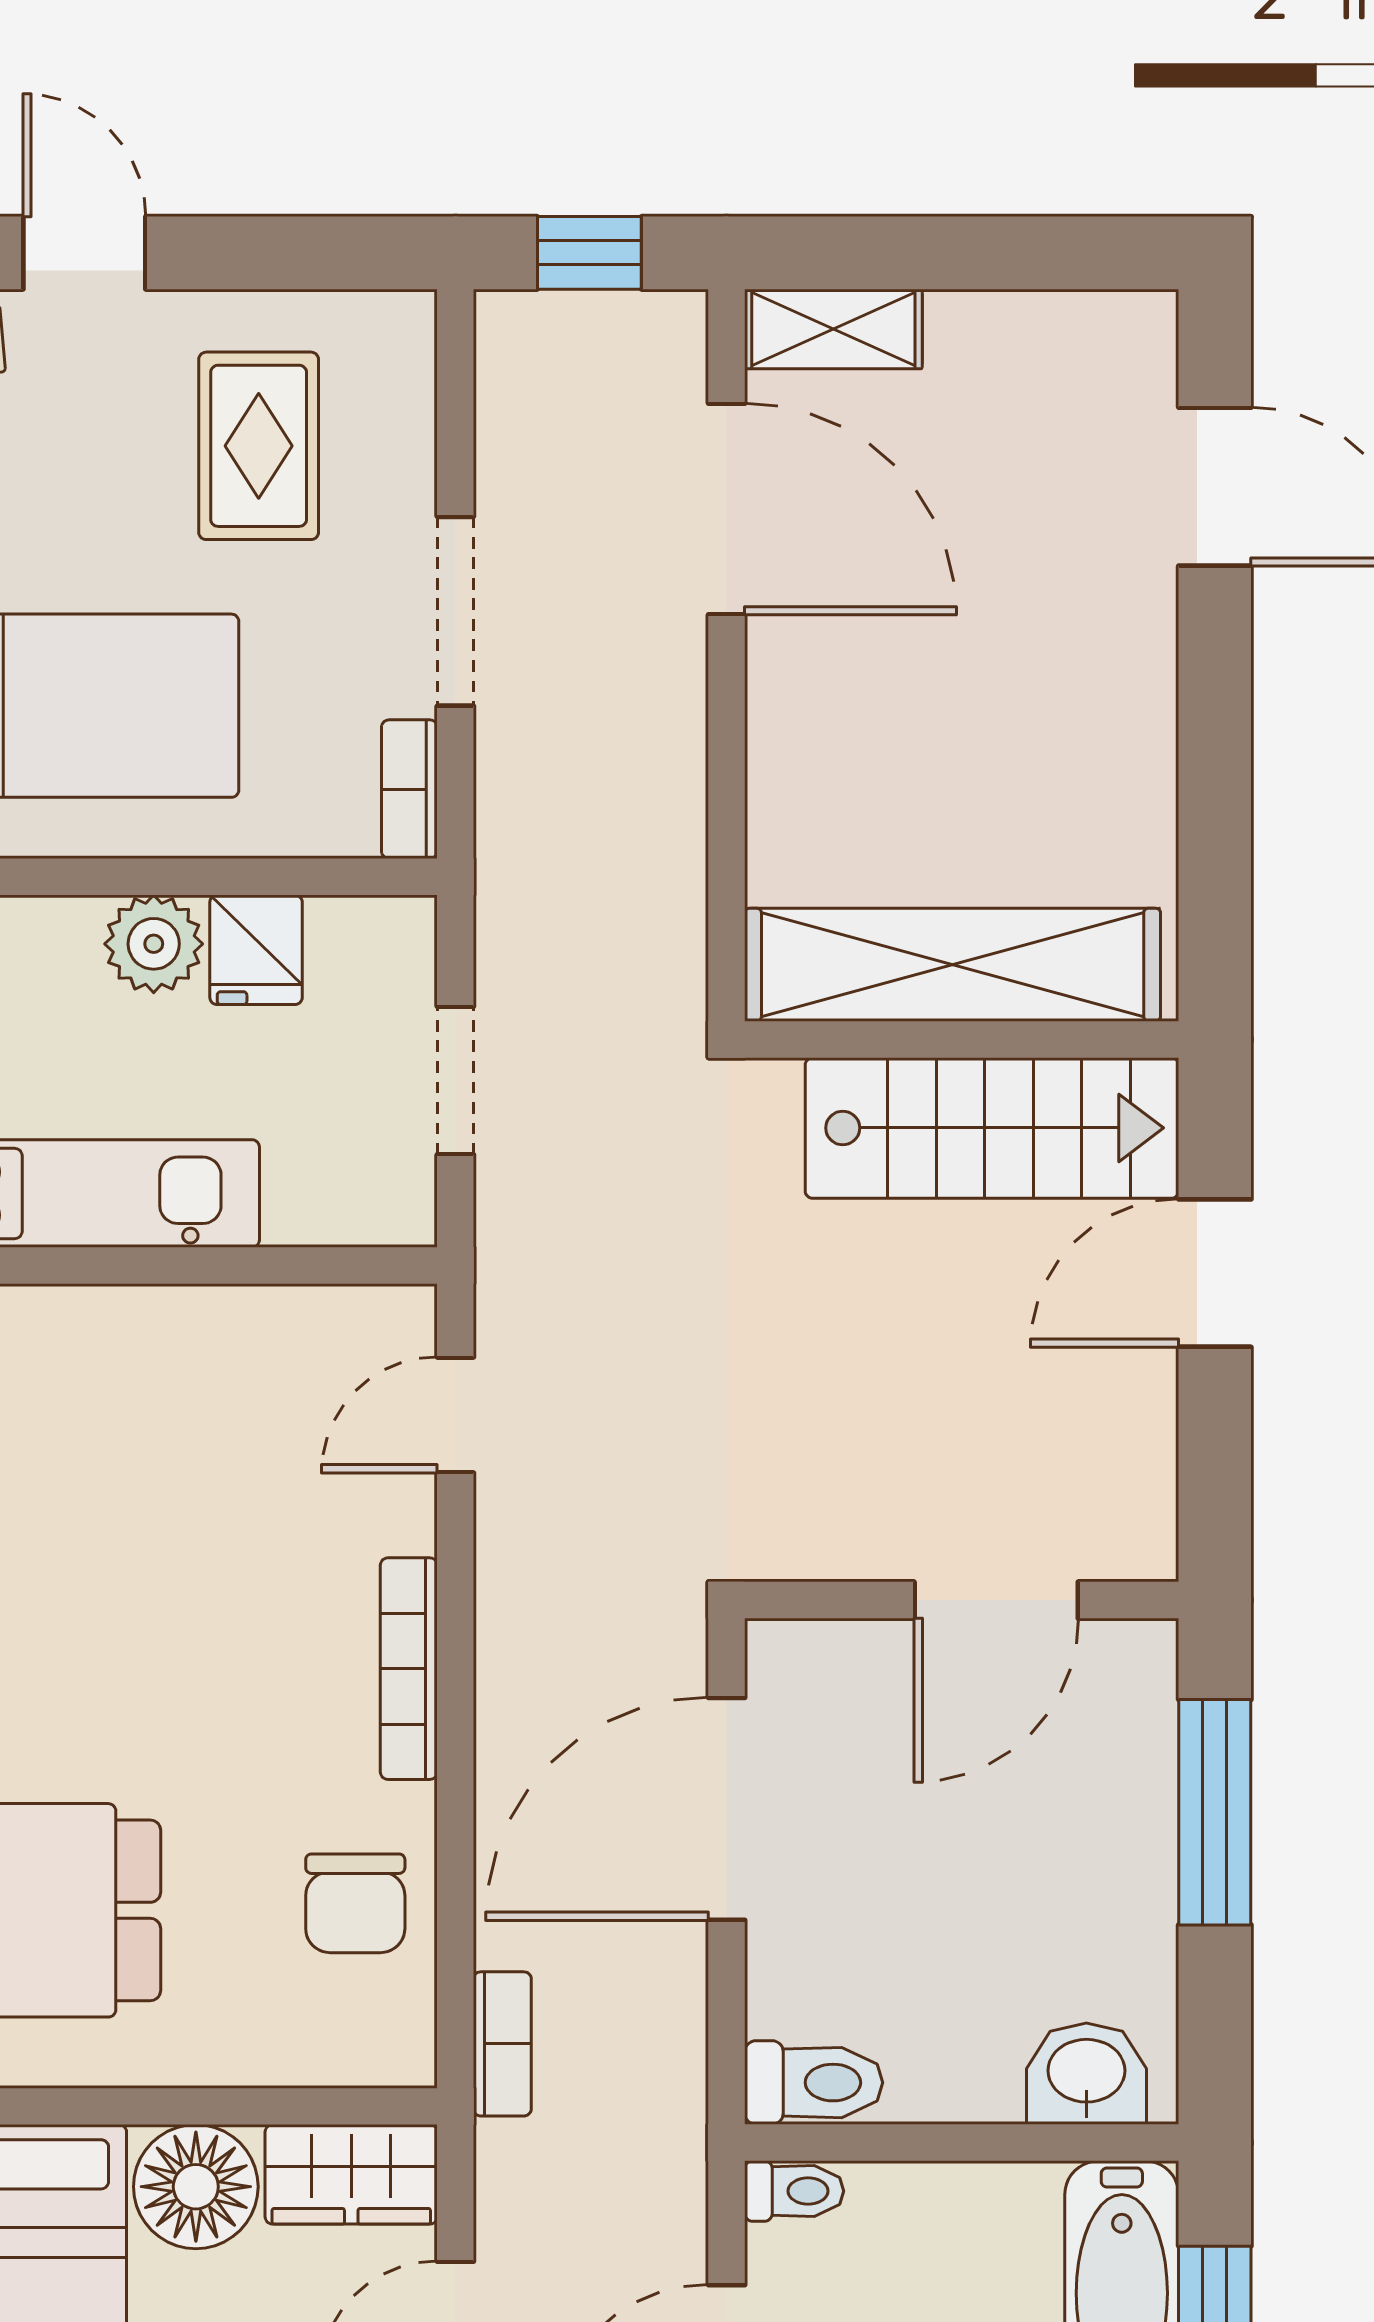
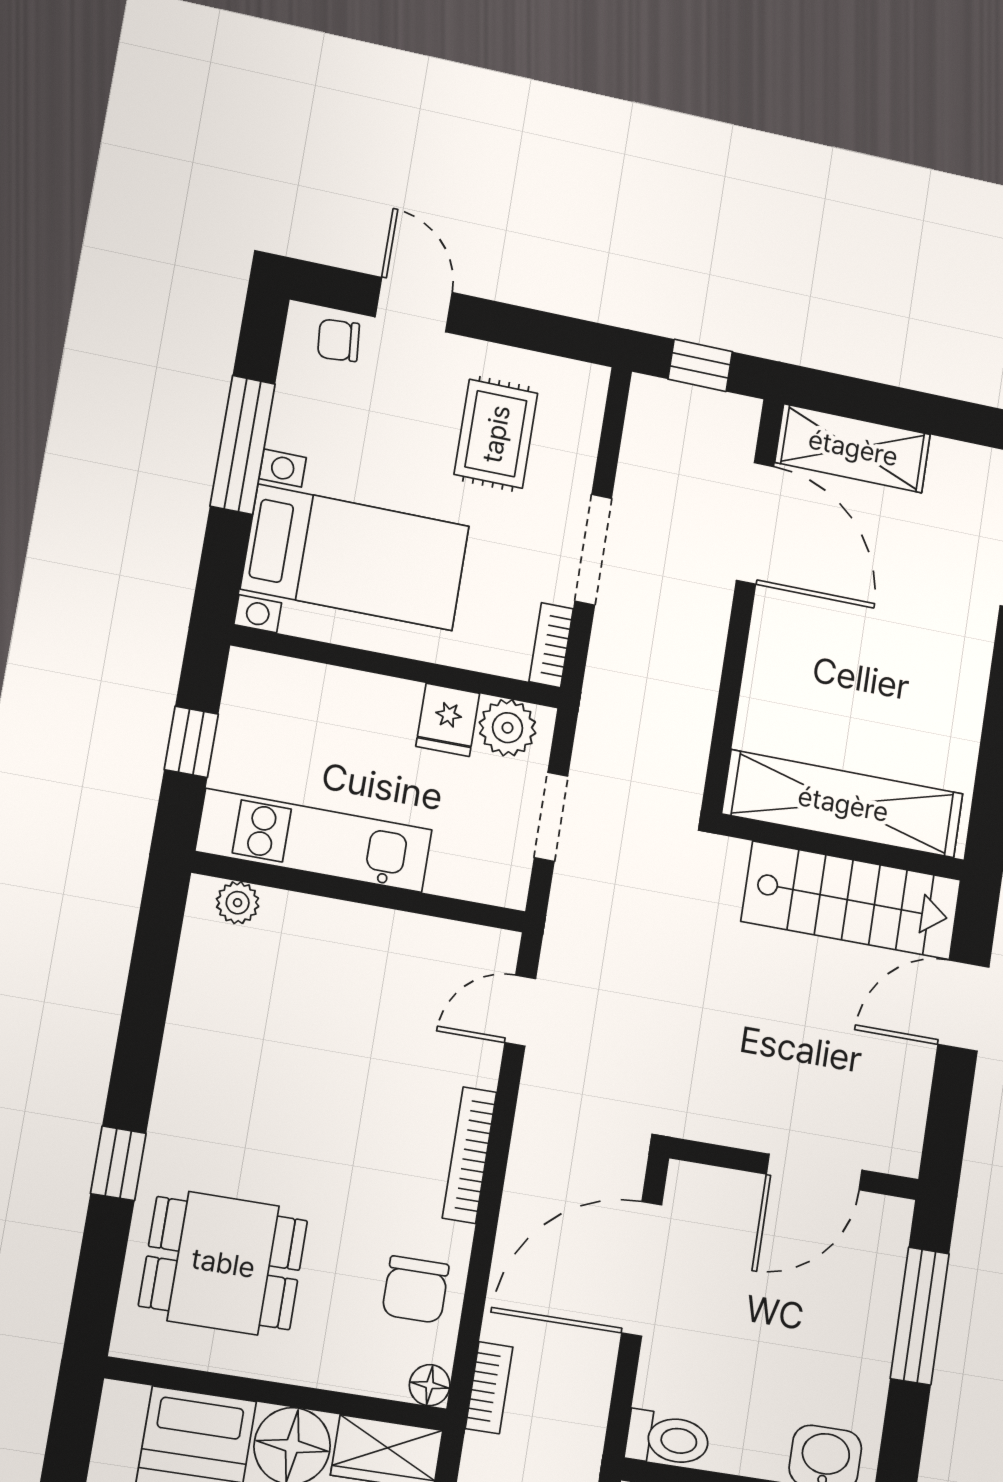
shelving: (833, 329) -> (853, 448), width x1.50, depth x1.33
plant: (154, 944) -> (508, 728), moved
floor lamp: (404, 2055) -> (430, 1385), added

